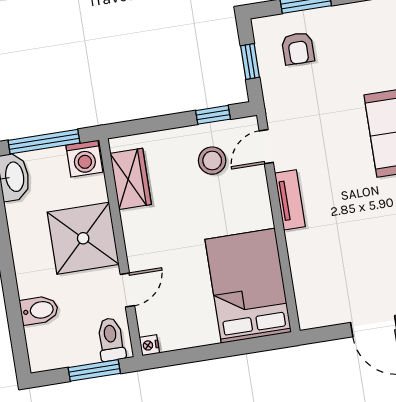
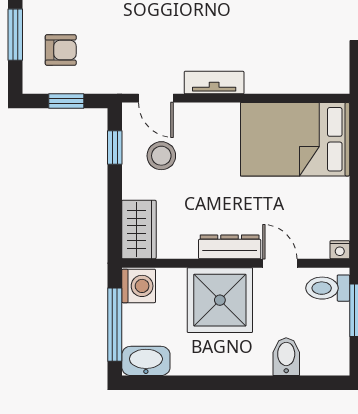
wardrobe: (131, 179) -> (139, 230), moved, turned 90
dresser: (135, 240) -> (230, 247), added

